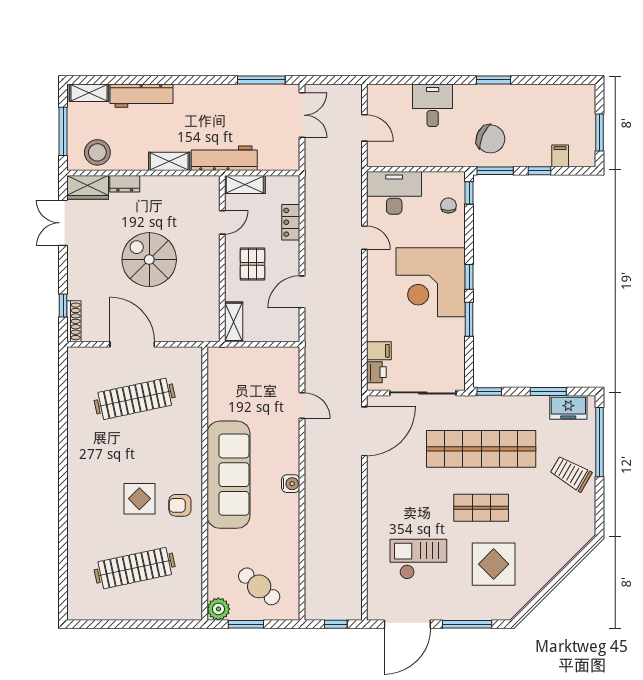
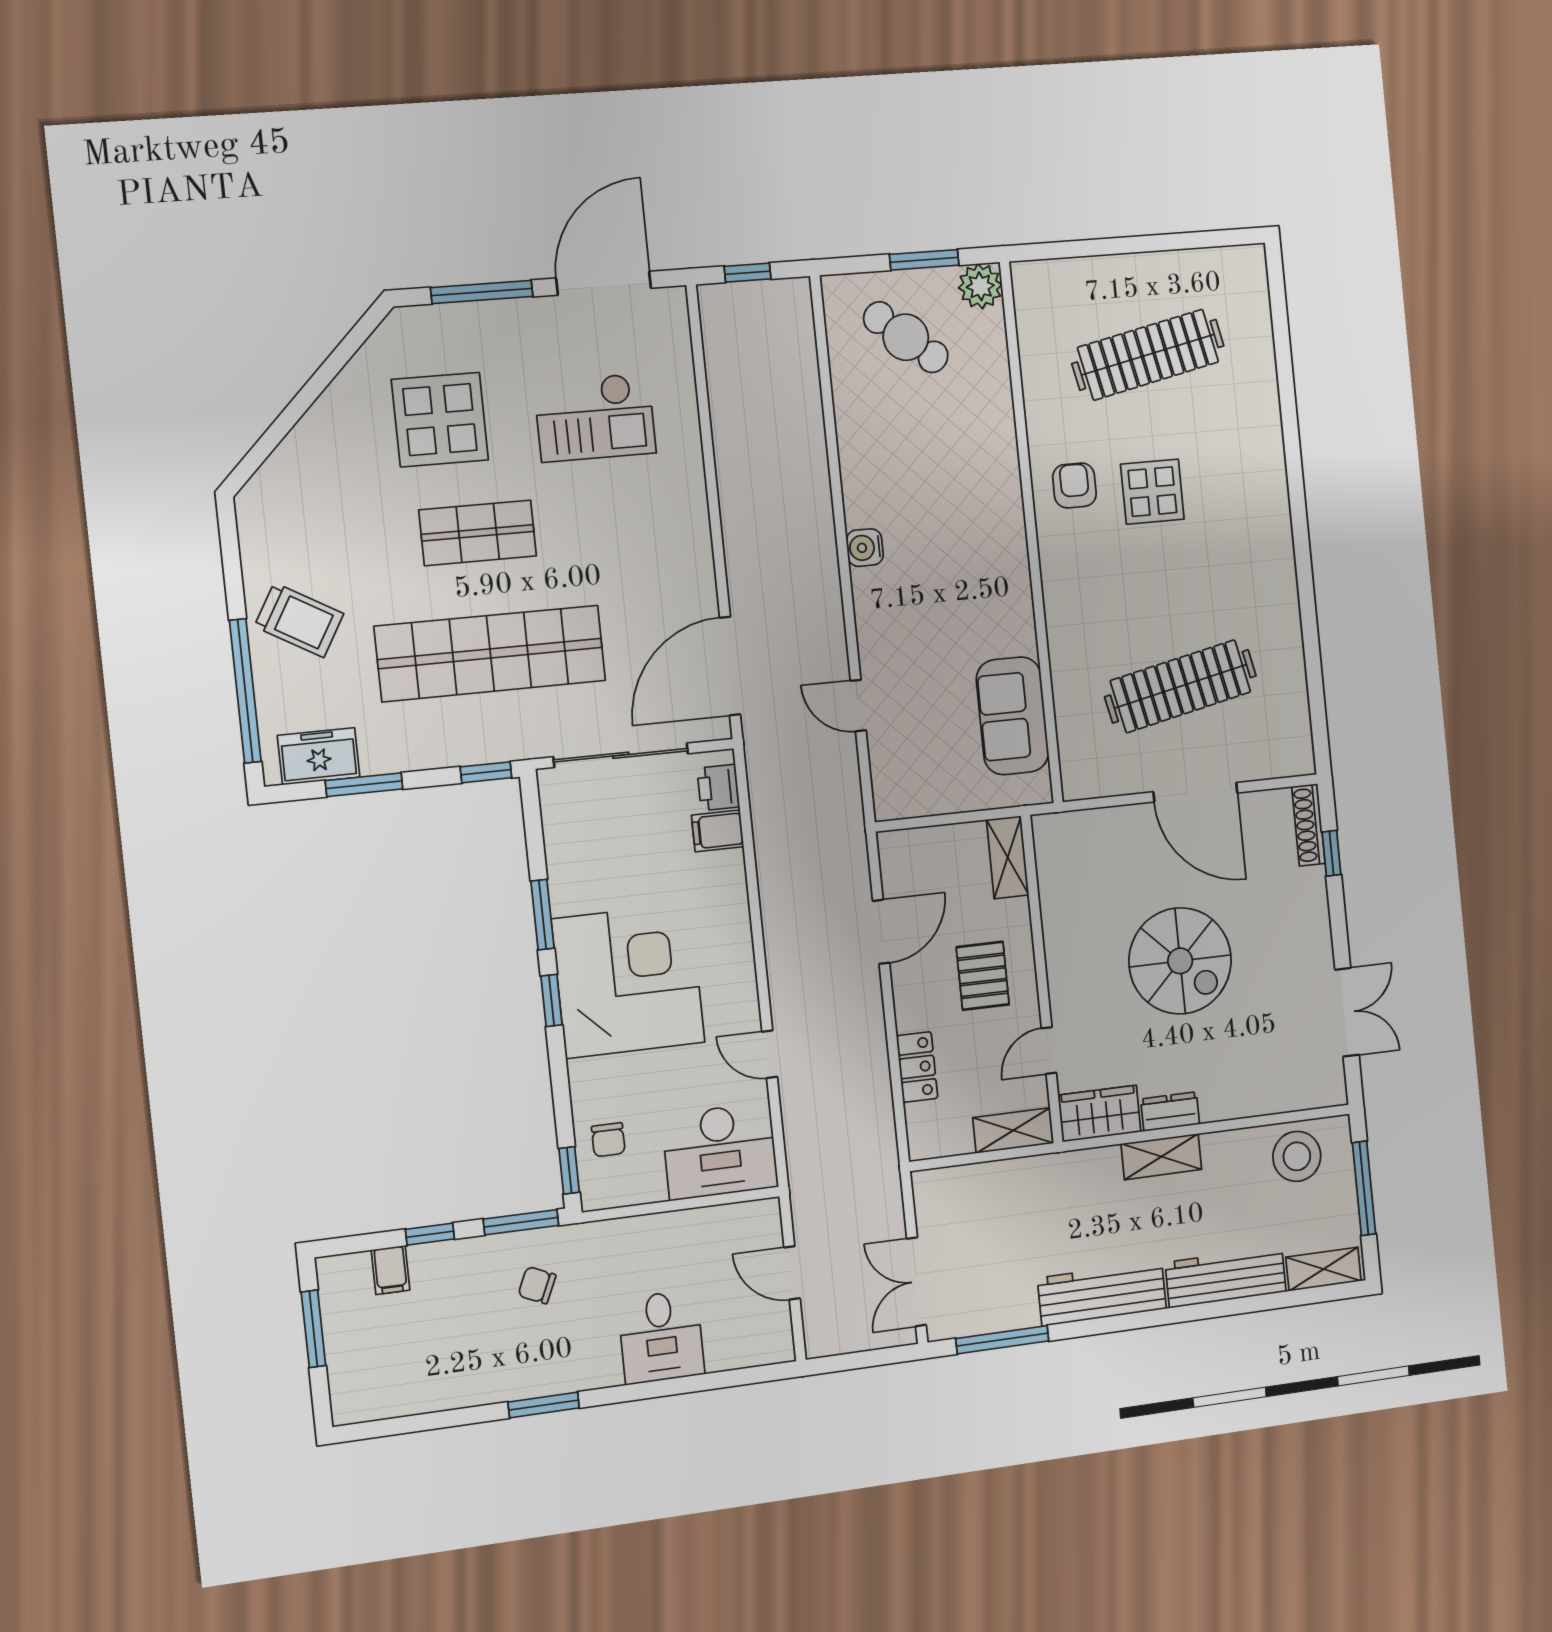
chair: (491, 139) -> (537, 1285), width x0.54, depth x0.54
workbench: (224, 158) -> (1102, 1293), moved, turned 180
dresser: (125, 184) -> (1170, 1112), moved
wardrobe: (88, 187) -> (1099, 1114), moved
sofa: (228, 475) -> (1012, 716), moved, width x0.54, depth x0.79
armchair: (180, 505) -> (1074, 485), turned -90

